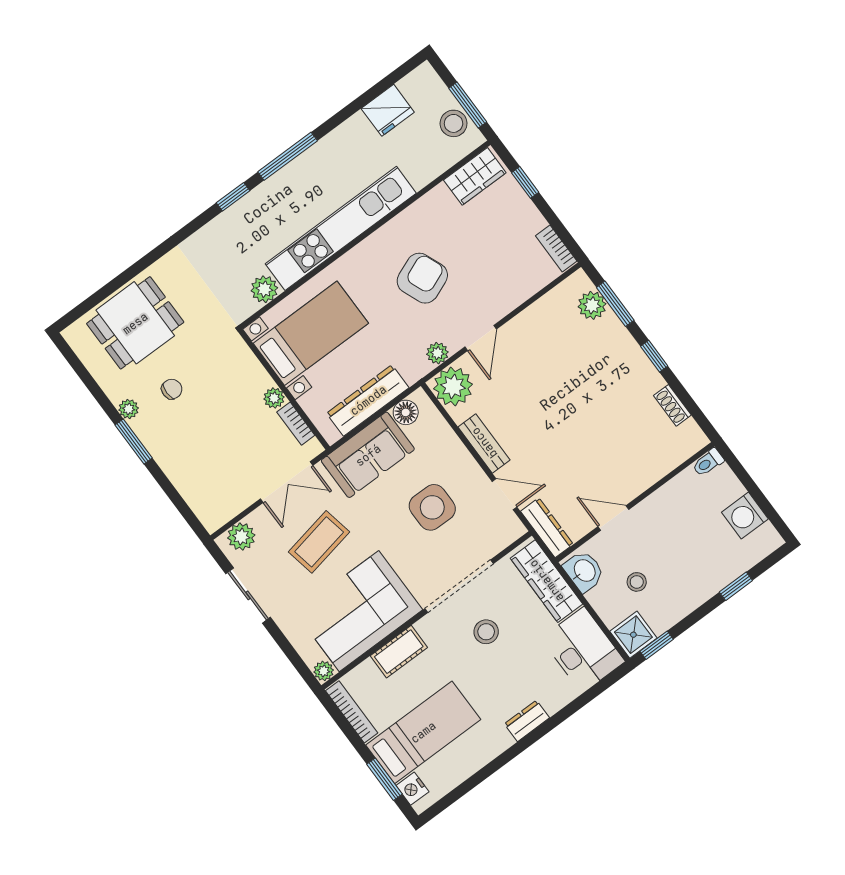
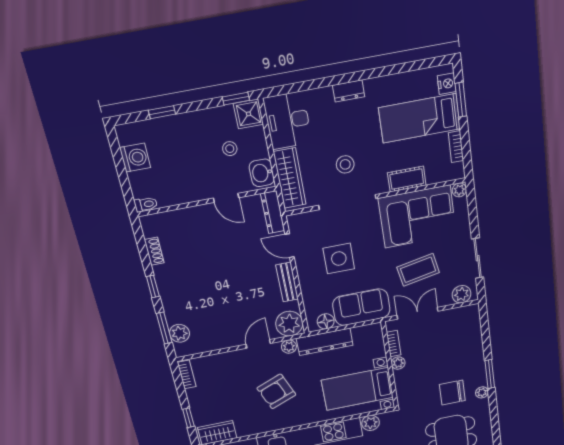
chair: (172, 389) -> (452, 393), width x1.87, depth x1.87
dresser: (368, 400) -> (325, 342), moved
bookcase: (352, 712) -> (456, 147), width x0.64

